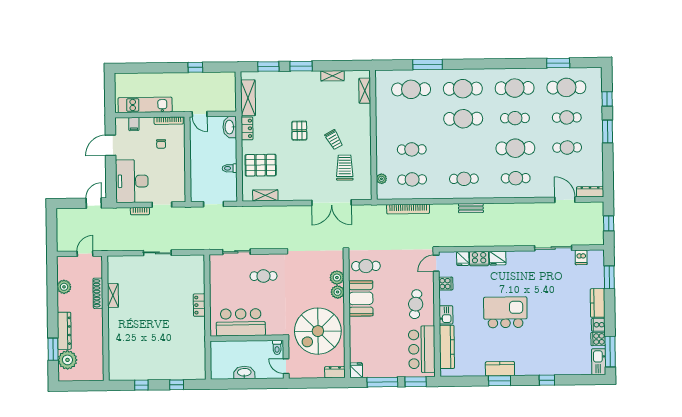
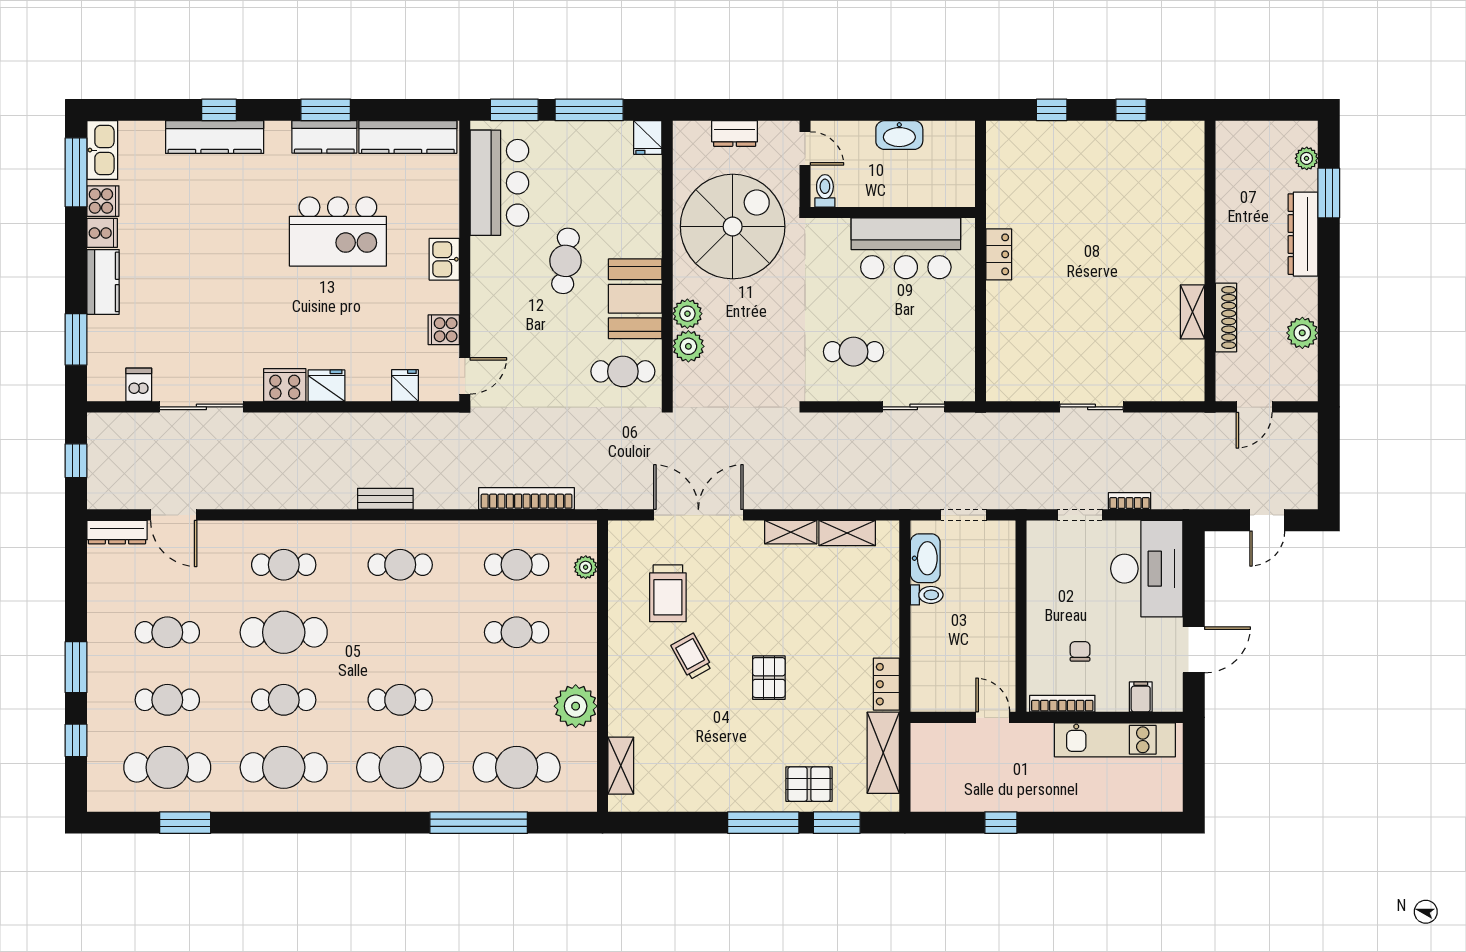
window: (428, 65) -> (479, 823), width x1.46
window: (301, 66) -> (763, 823), width x1.44
shelving: (332, 76) -> (791, 532), moved
plant: (385, 117) -> (576, 706), added
cafe table: (463, 119) -> (400, 700), width x0.73, depth x0.74
washbasin: (230, 127) -> (925, 558), moved
pallet: (261, 165) -> (809, 784), moved, width x0.67, depth x0.71
door: (94, 203) -> (1267, 520), moved
cooker: (479, 259) -> (285, 385), moved
cafe table: (416, 304) -> (566, 261), moved
locker: (199, 305) -> (999, 254), moved
kitchen island: (505, 312) -> (338, 231), moved
kitchen counter: (447, 347) -> (408, 137), moved, turned -90
plant: (67, 360) -> (1307, 158), width x0.53, depth x0.53
kitchen counter: (549, 368) -> (215, 137), added
dresser: (335, 372) -> (735, 134), moved

